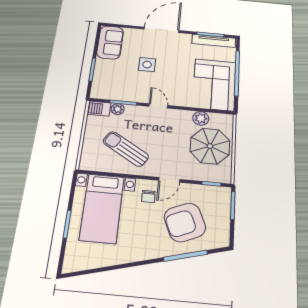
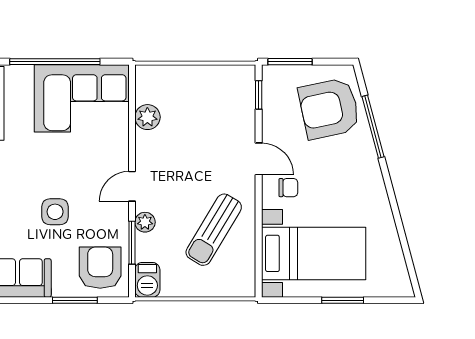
armchair: (110, 84) -> (100, 268), added
plant: (118, 109) -> (145, 222), moved
parasol: (210, 146) -> (195, 100), removed
armchair: (185, 222) -> (329, 109), moved, turned 101

